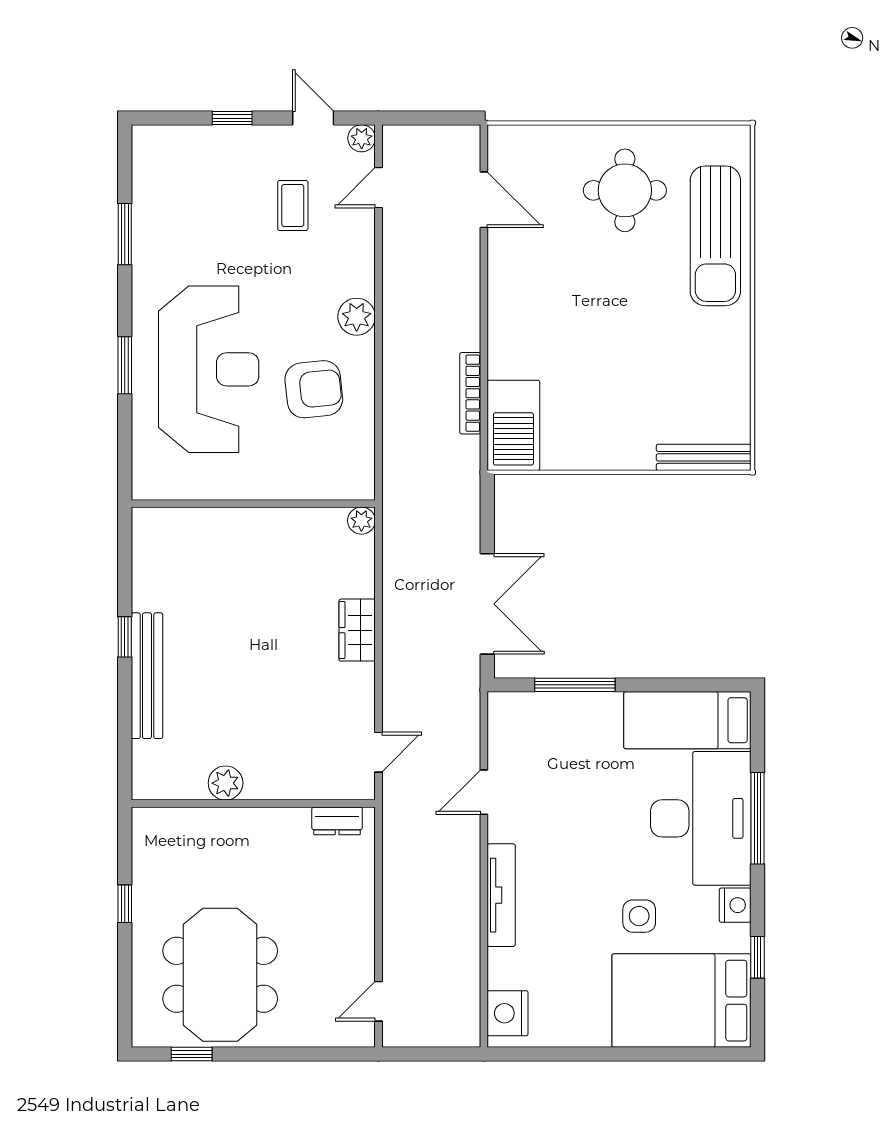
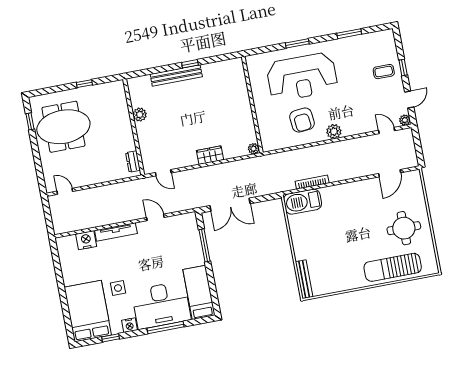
coffee table: (293, 206) -> (384, 72), moved
nightstand: (508, 1013) -> (86, 240), moved

